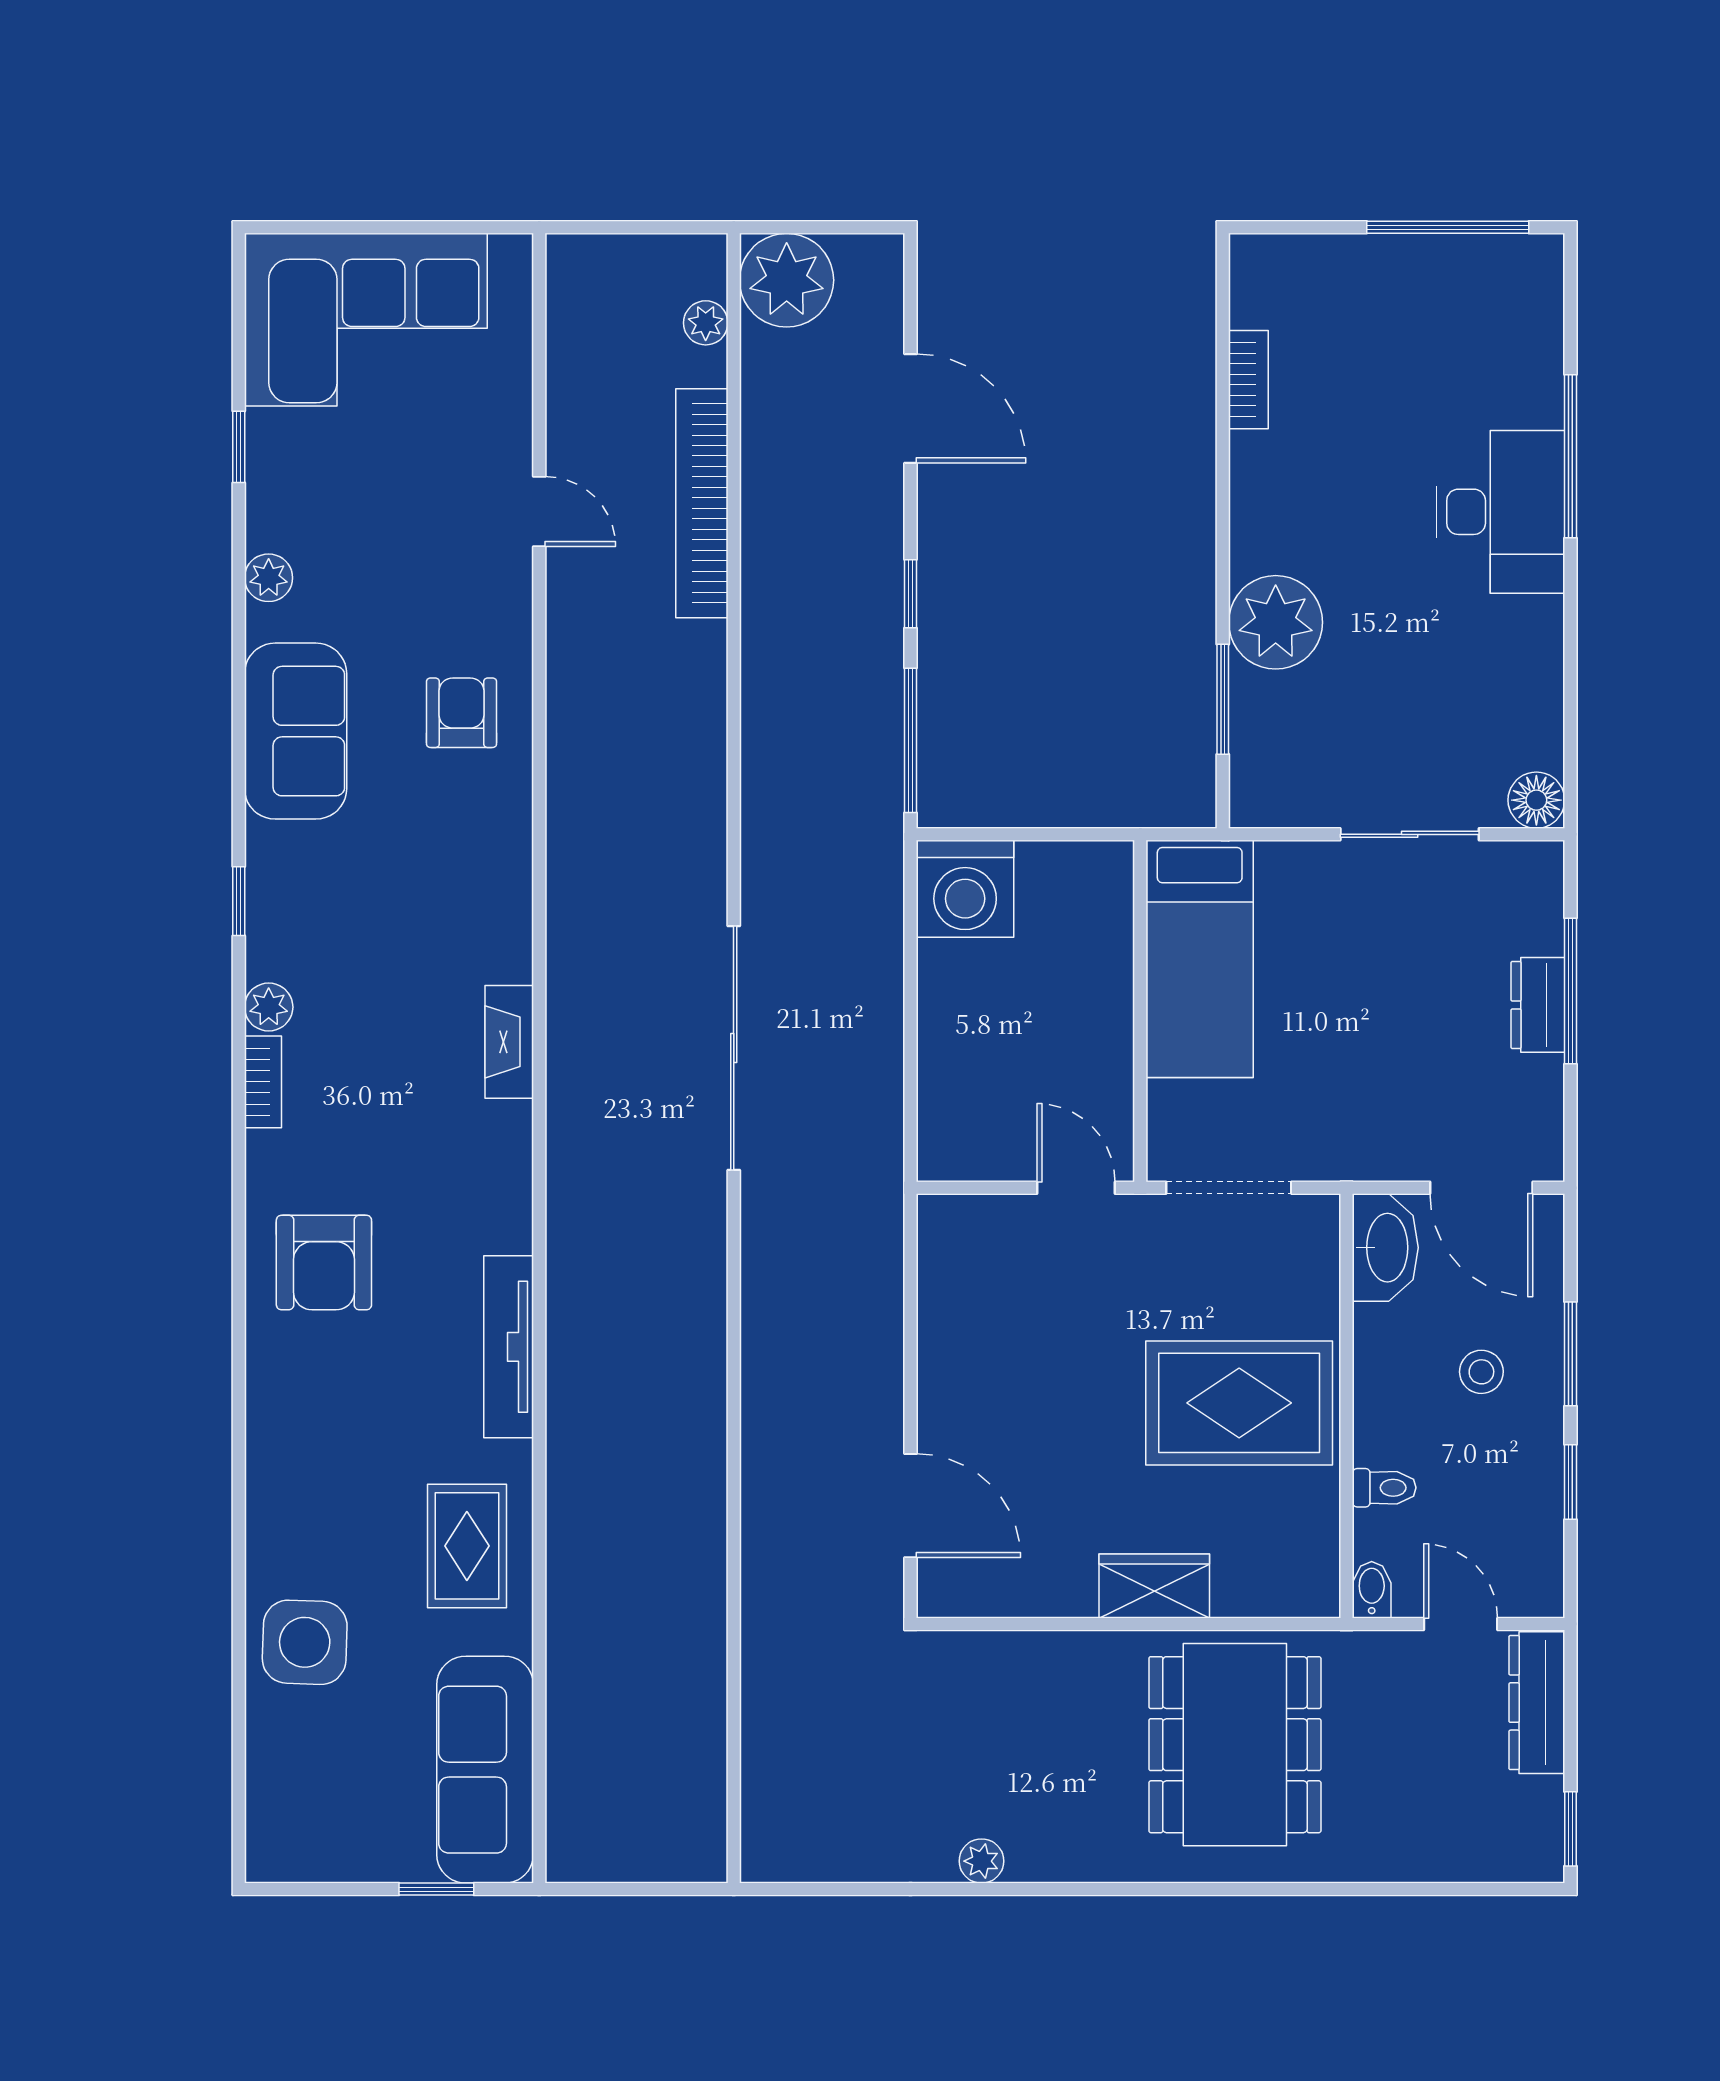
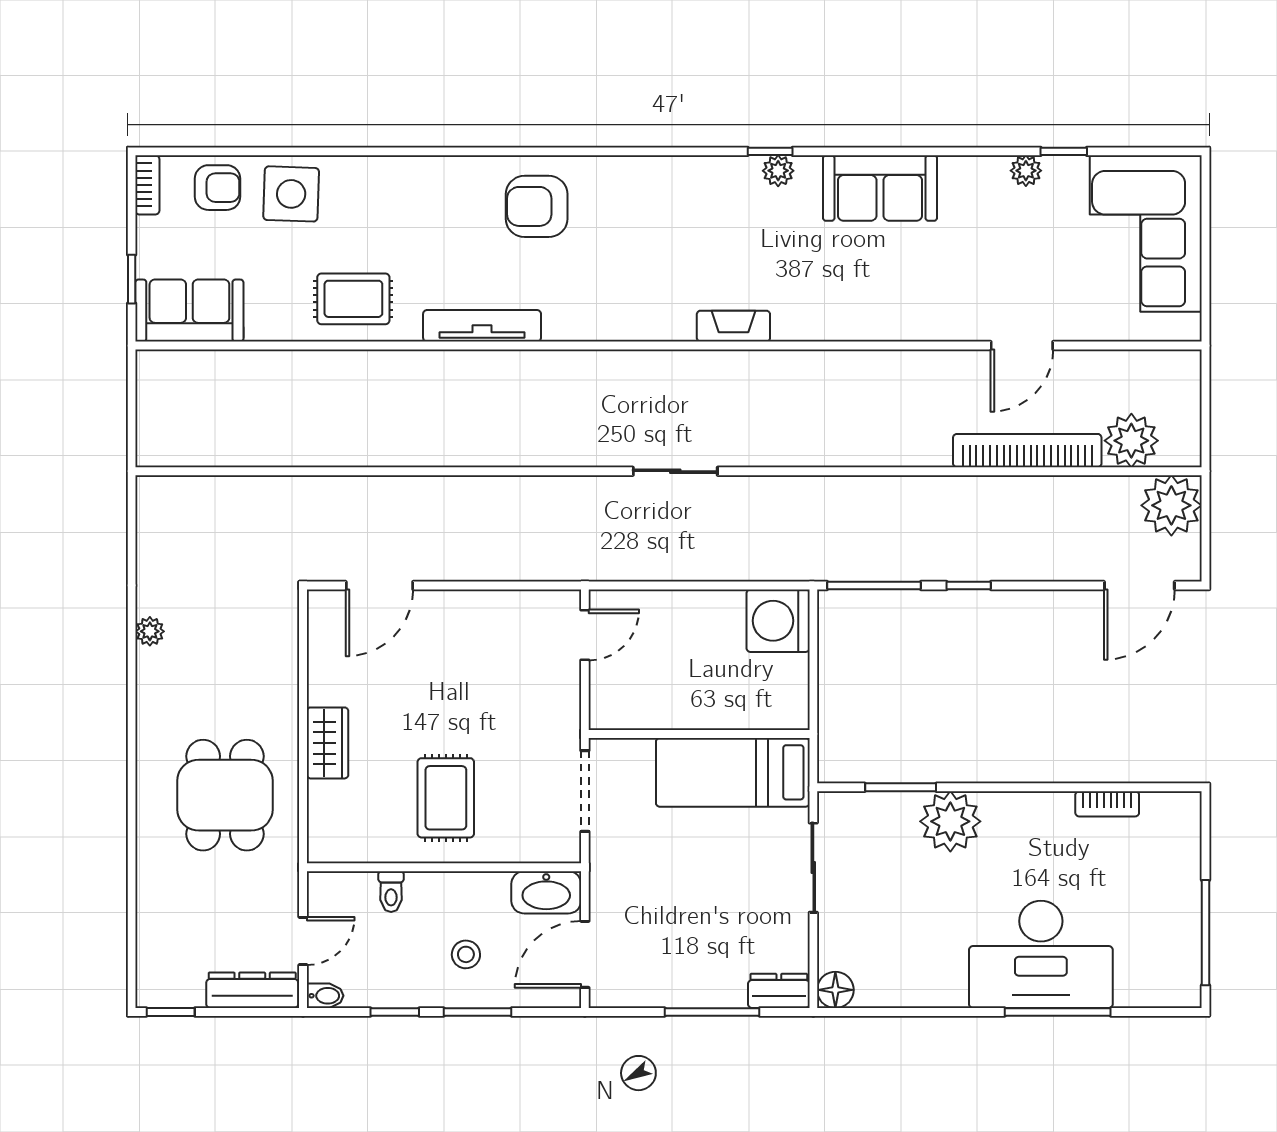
plant: (706, 323) -> (1131, 441), width x1.88, depth x1.88
door: (911, 408) -> (1139, 585), moved
door: (539, 512) -> (1022, 346), width x1.38
desk: (1501, 512) -> (1041, 954), width x1.36, depth x1.30
plant: (269, 578) -> (1026, 171), moved
armchair: (462, 713) -> (218, 188), moved
sliding door: (1410, 834) -> (813, 868), moved
dresser: (1538, 1005) -> (779, 991), moved
plant: (269, 1007) -> (778, 171), moved
fireplace: (509, 1042) -> (733, 326), moved
sliding door: (734, 1048) -> (675, 471), width x0.54
bookcase: (263, 1082) -> (147, 185), moved, turned -90
door: (1076, 1188) -> (585, 635), moved
rug: (1239, 1403) -> (446, 798), width x0.73, depth x0.70
bidet: (1372, 1590) -> (325, 996), moved
dining table: (1235, 1745) -> (225, 795), width x0.73
sofa: (485, 1770) -> (189, 311), width x0.73

